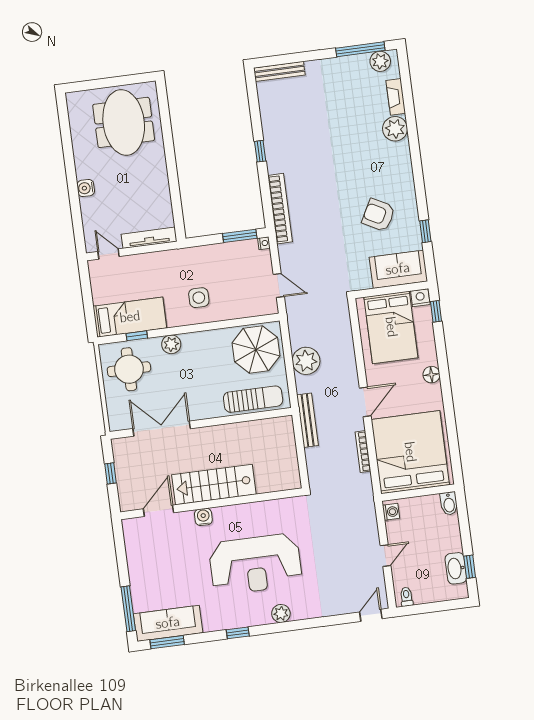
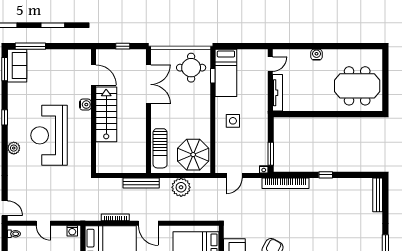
plant: (171, 344) -> (204, 98), removed
sofa: (168, 623) -> (17, 66), width x0.73

